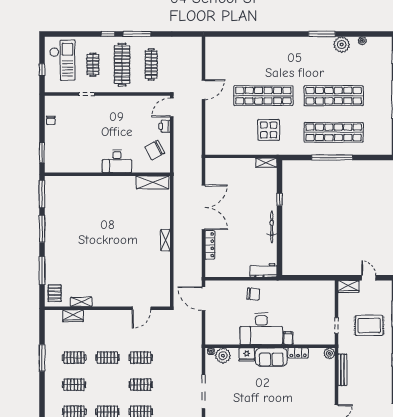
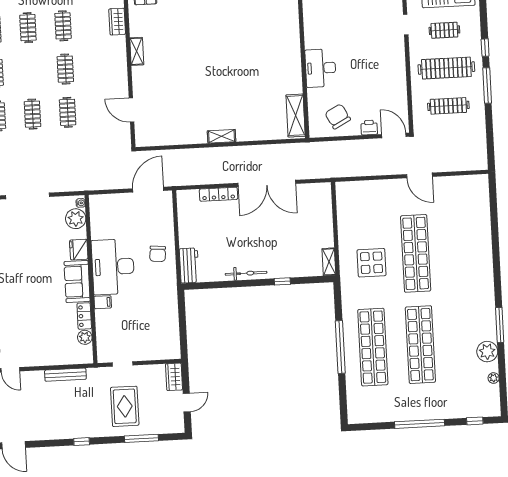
shelving: (81, 302) -> (137, 51), moved
plant: (329, 353) -> (85, 337), moved

